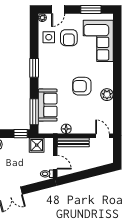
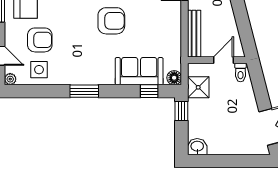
armchair: (82, 86) -> (111, 21), turned -90
window: (34, 112) -> (149, 91), width x0.46
floor lamp: (66, 129) -> (174, 78), moved

